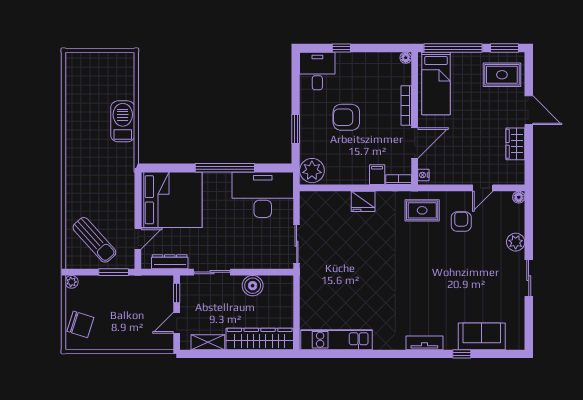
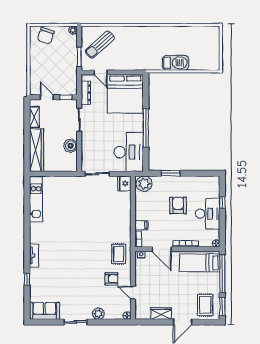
desk: (317, 71) -> (208, 214), moved, width x1.37
fridge: (363, 201) -> (124, 183), moved
sofa: (482, 336) -> (44, 311), moved, turned -90

